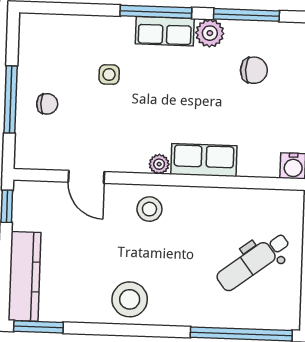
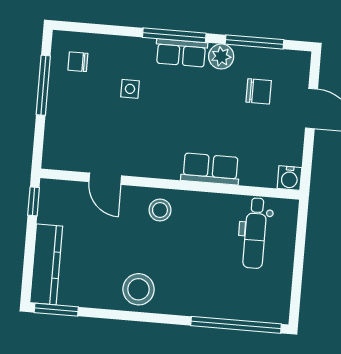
window: (11, 99) -> (43, 85), moved
chair: (47, 104) -> (78, 62), moved, turned 180
plant: (159, 164) -> (170, 171), removed
dental chair: (253, 262) -> (255, 233), moved, turned -53

